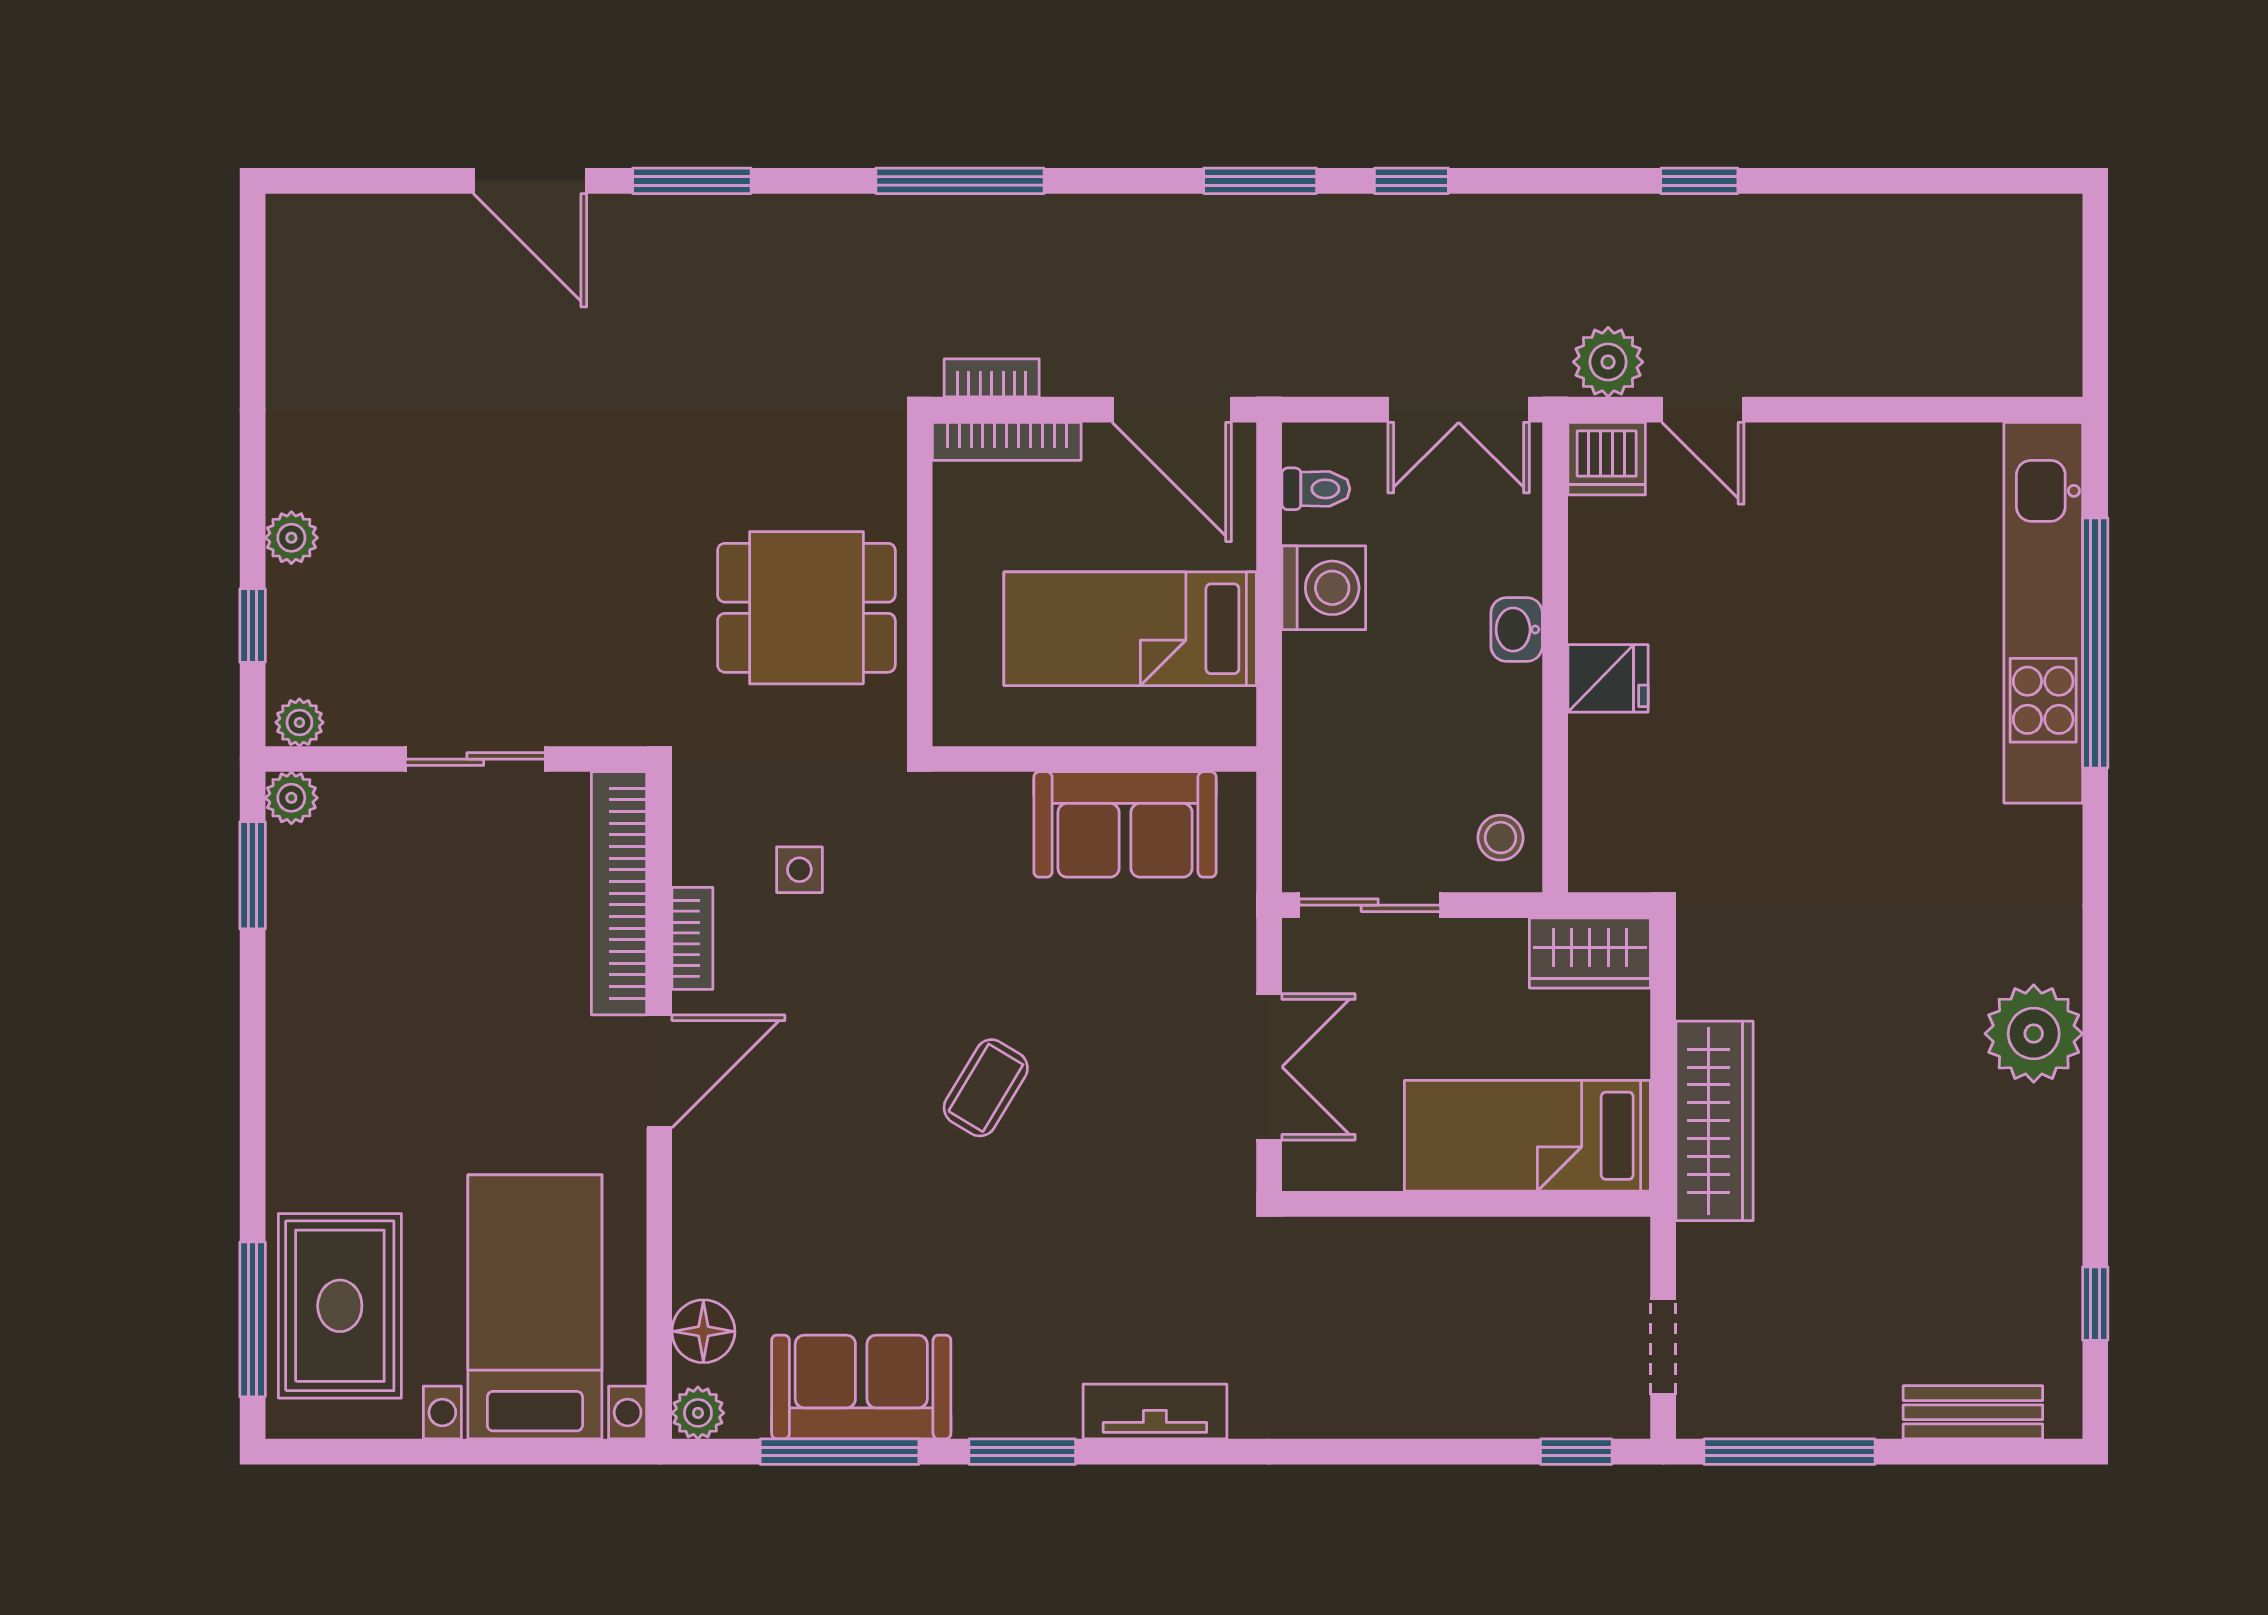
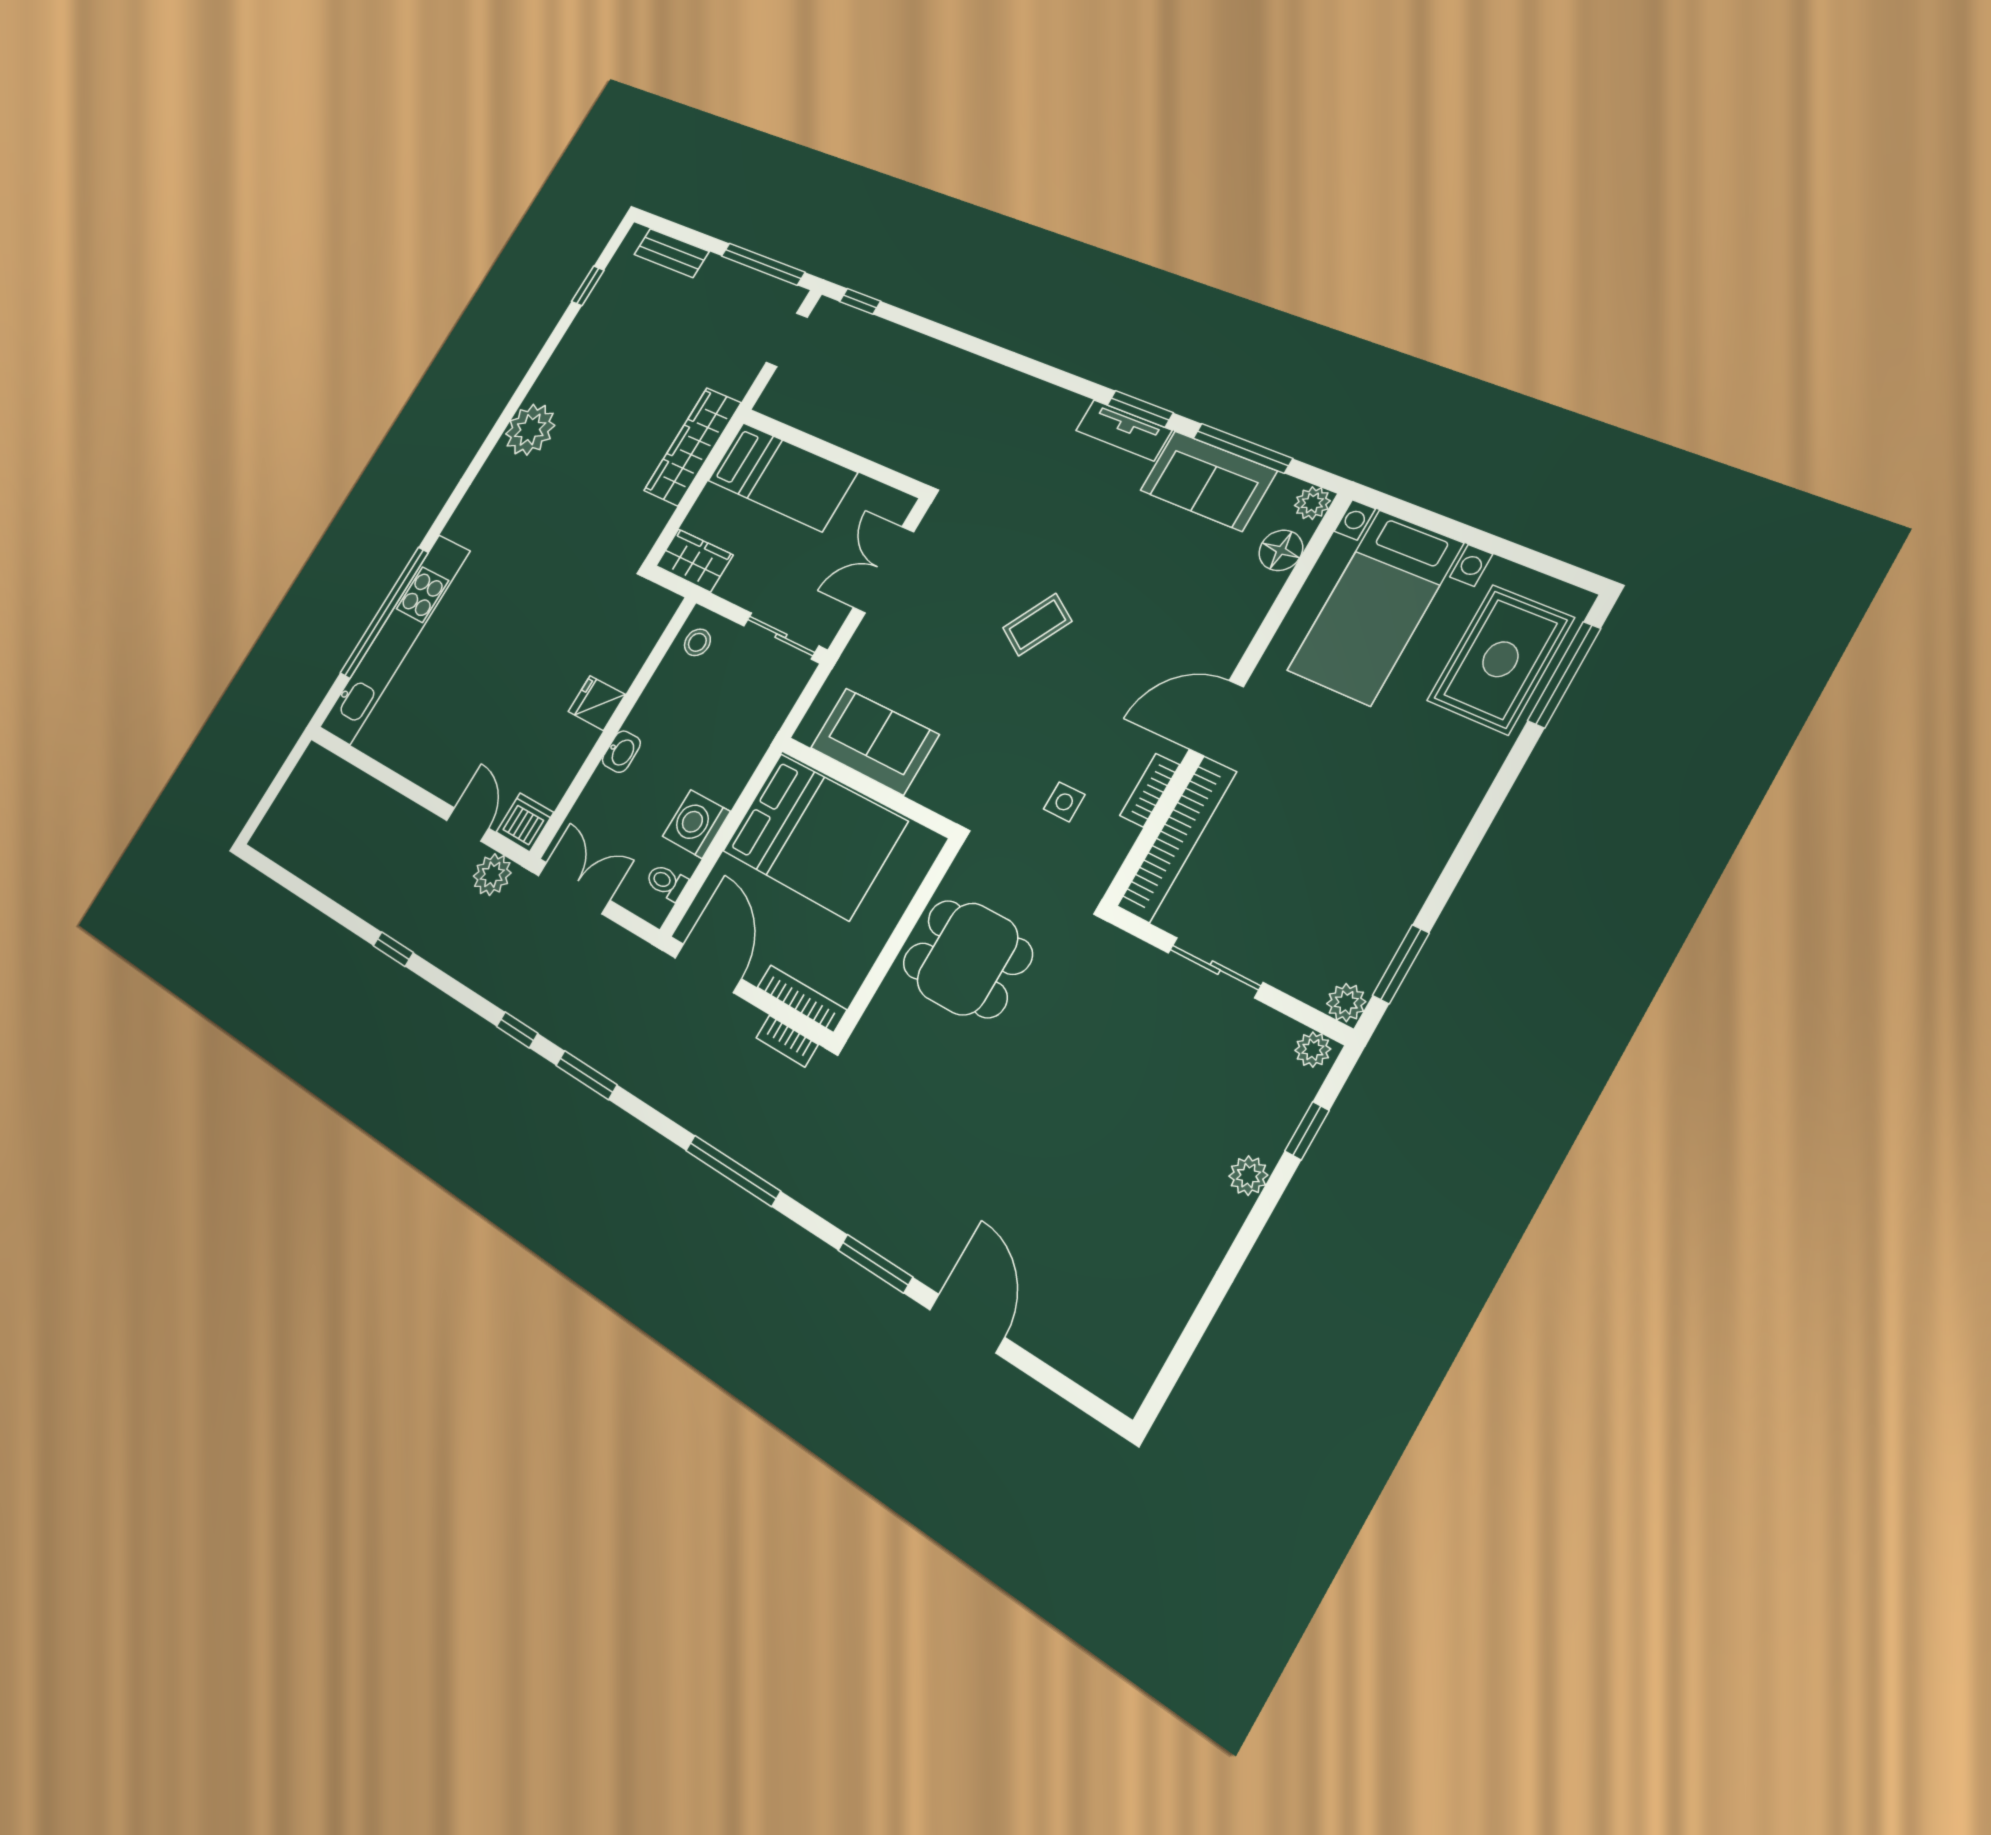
bed: (1130, 629) -> (814, 836), width x1.50
tv unit: (1155, 1411) -> (1124, 430), moved

